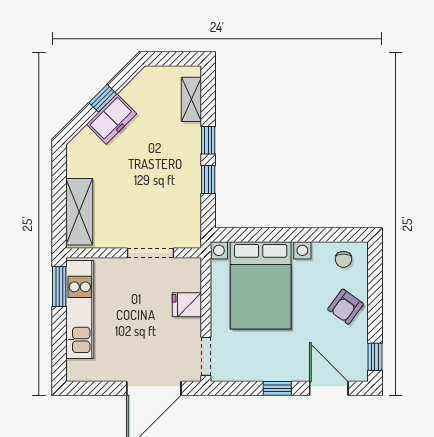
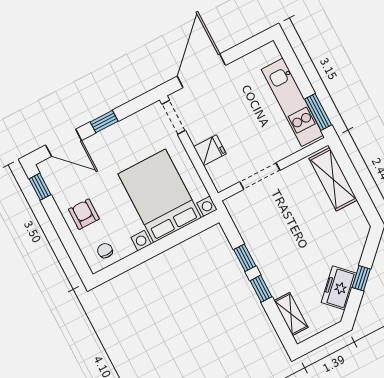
freezer: (112, 119) -> (339, 288), moved
armchair: (346, 307) -> (84, 214), turned -36

